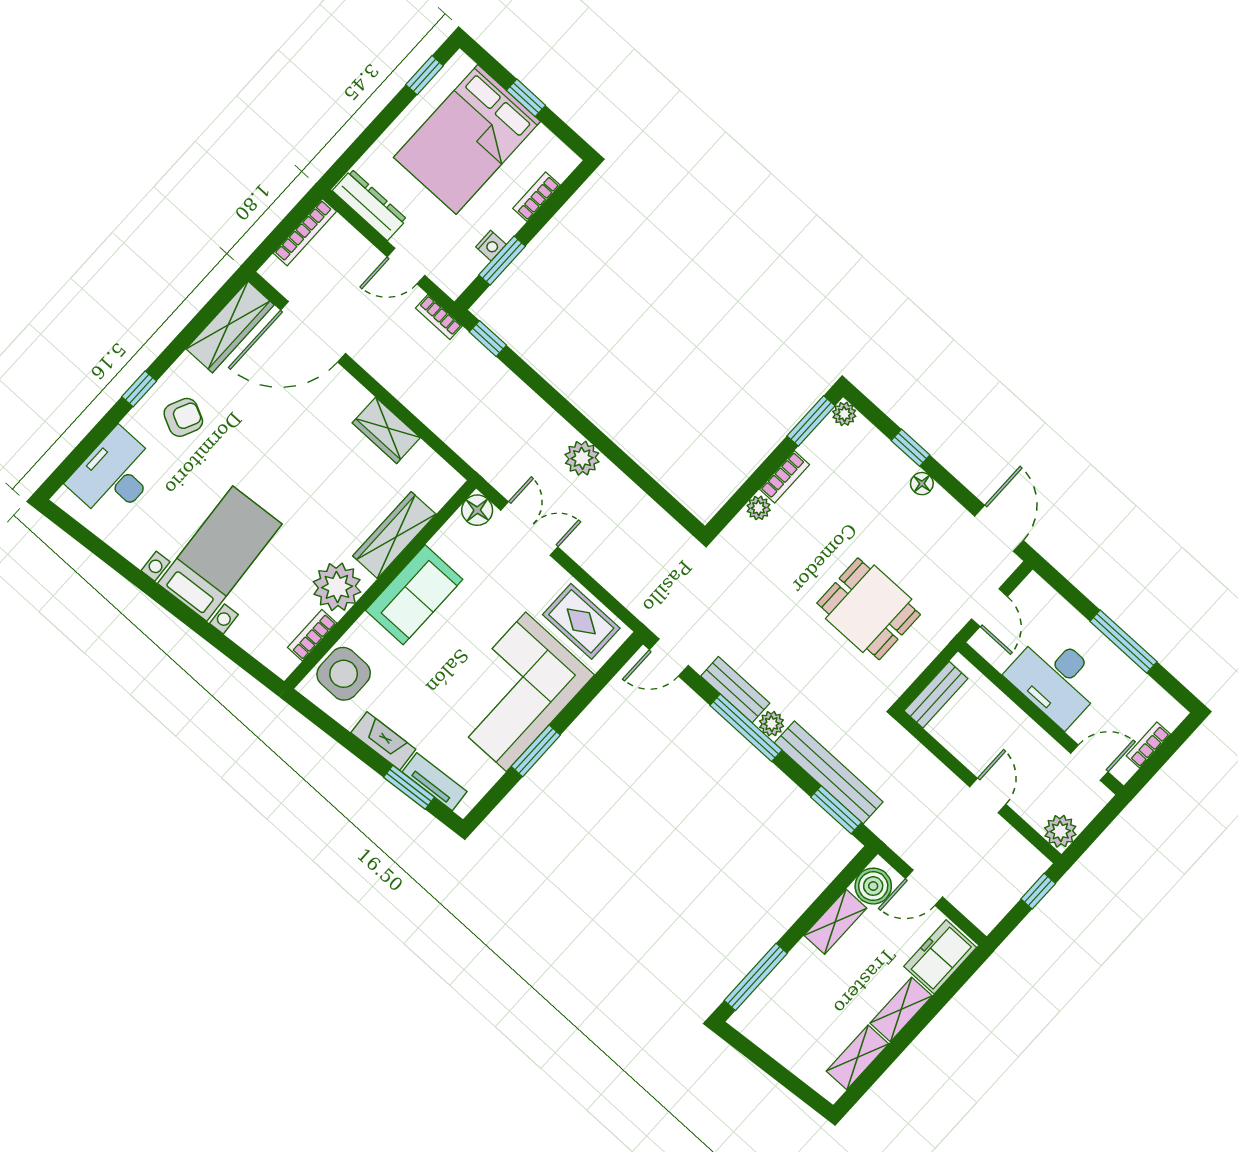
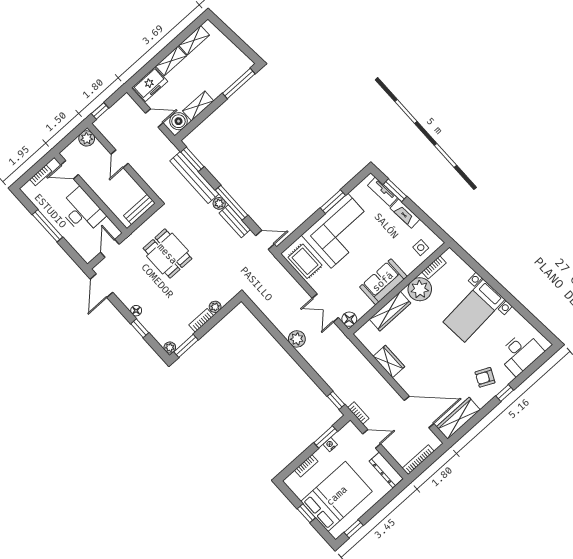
side table: (344, 674) -> (421, 248), width x0.54, depth x0.54

